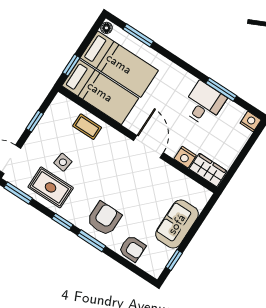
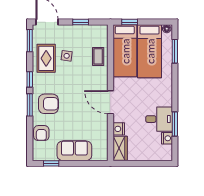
nightstand: (251, 121) -> (167, 138), moved
door: (148, 147) -> (111, 102), swing flipped

